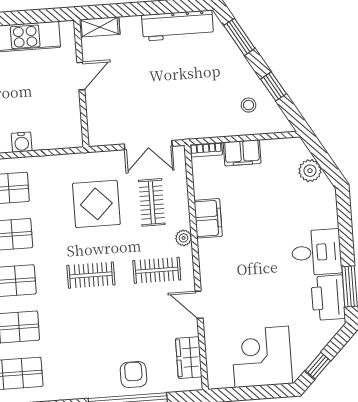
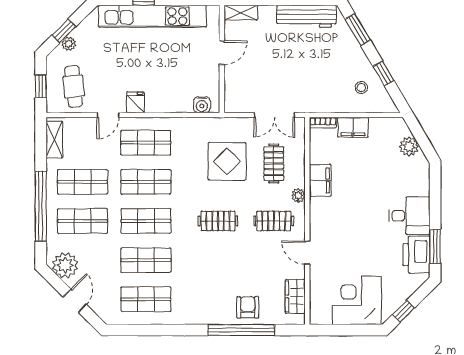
water cooler: (22, 142) -> (202, 105), moved

